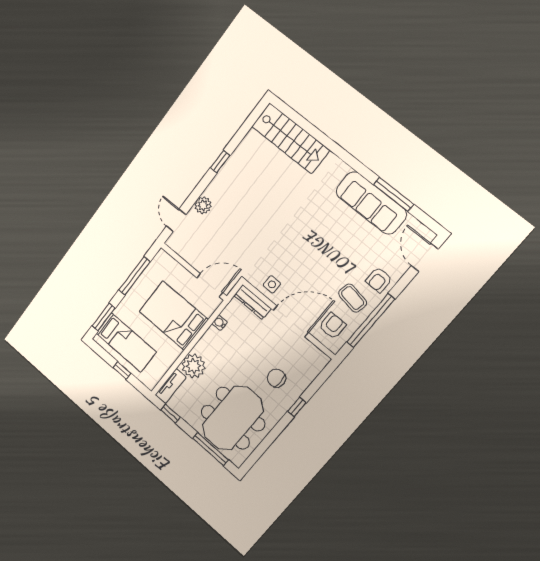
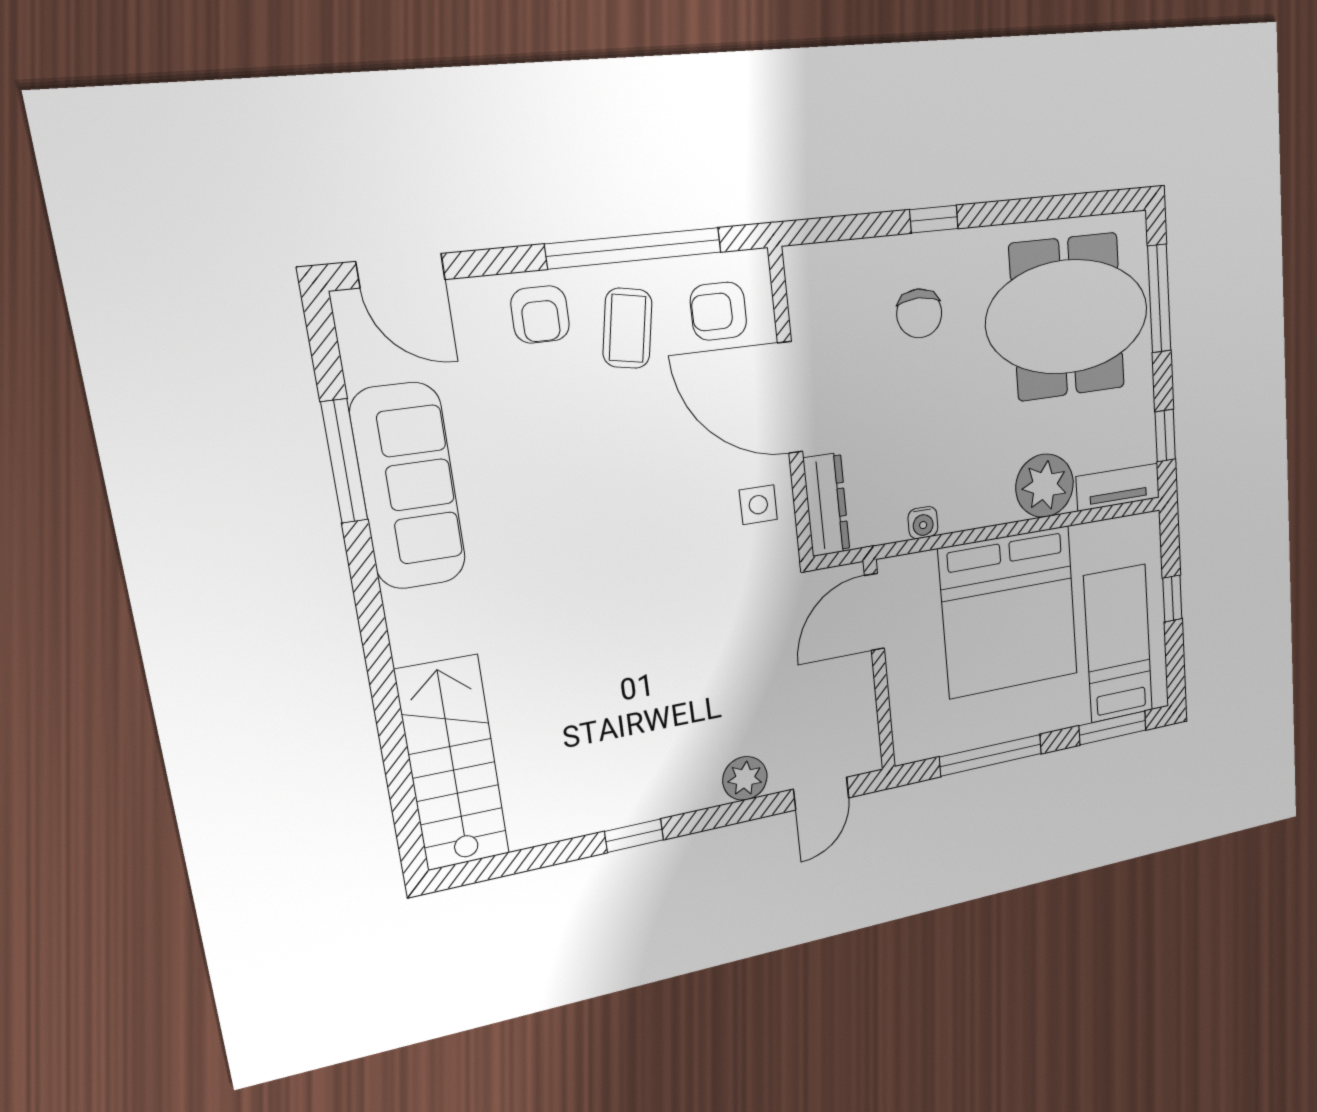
door: (425, 257) -> (401, 271), hinge flipped
armchair: (379, 280) -> (540, 315), turned 90
door: (210, 285) -> (874, 612), hinge flipped
bed: (173, 316) -> (1009, 612), width x1.36

